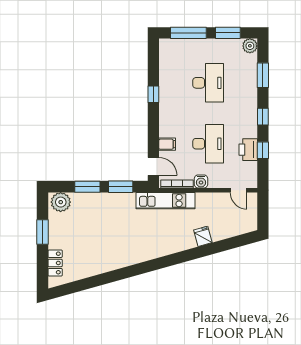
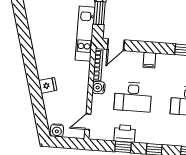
filing cabinet: (167, 144) -> (149, 60), moved
kitchen unit: (166, 201) -> (85, 34), moved
water cooler: (250, 223) -> (57, 130), added

